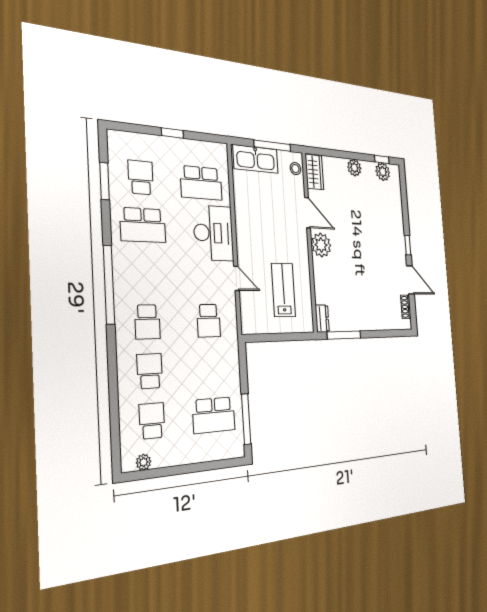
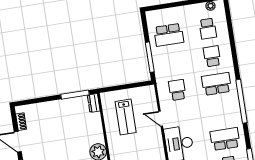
school desk: (147, 322) -> (216, 84), width x1.85
school desk: (150, 371) -> (212, 56), turned 180
school desk: (214, 415) -> (169, 35), turned 180
window: (246, 419) -> (150, 57), moved

